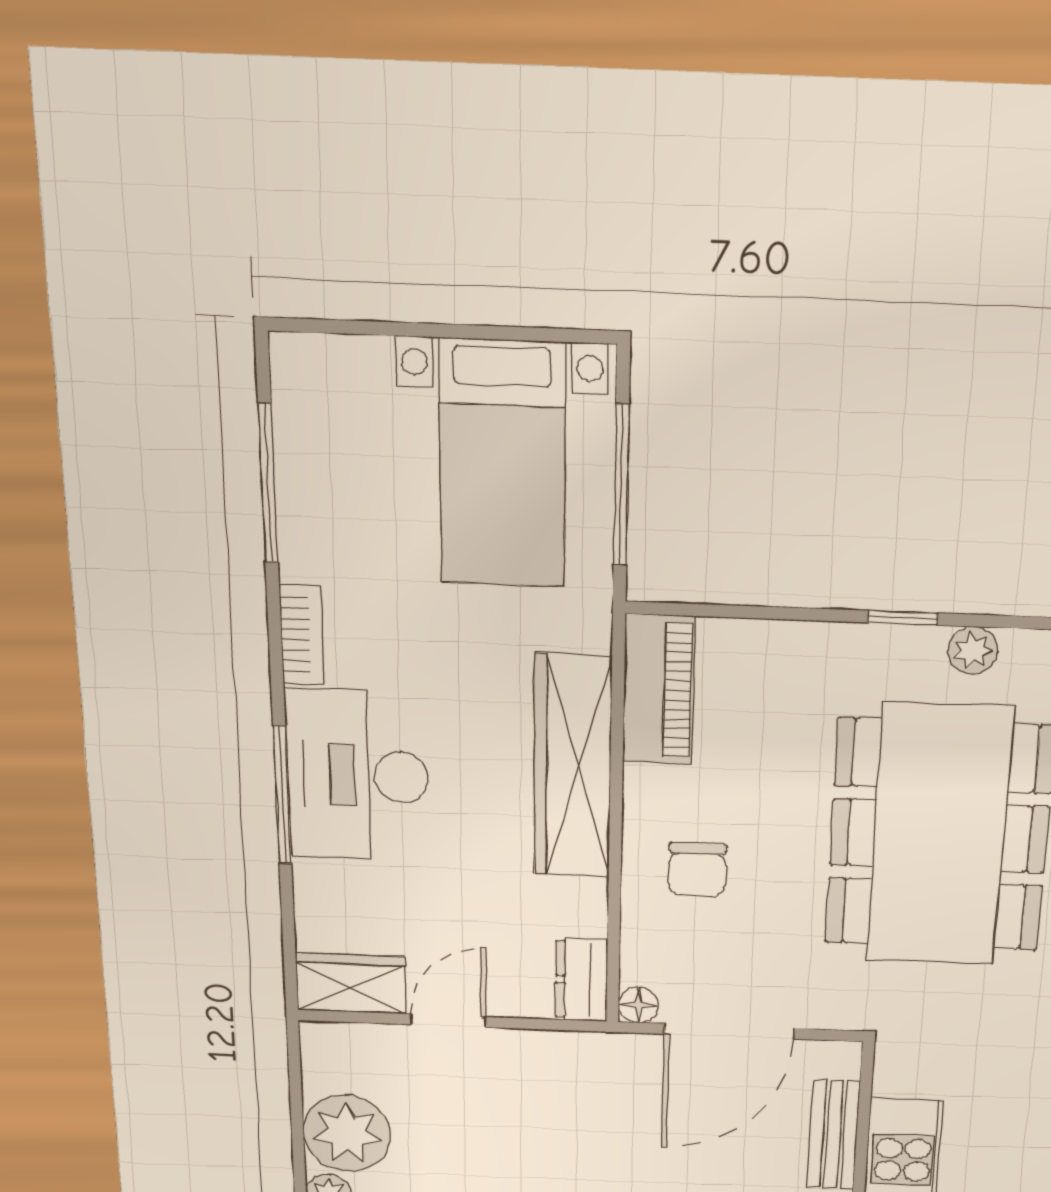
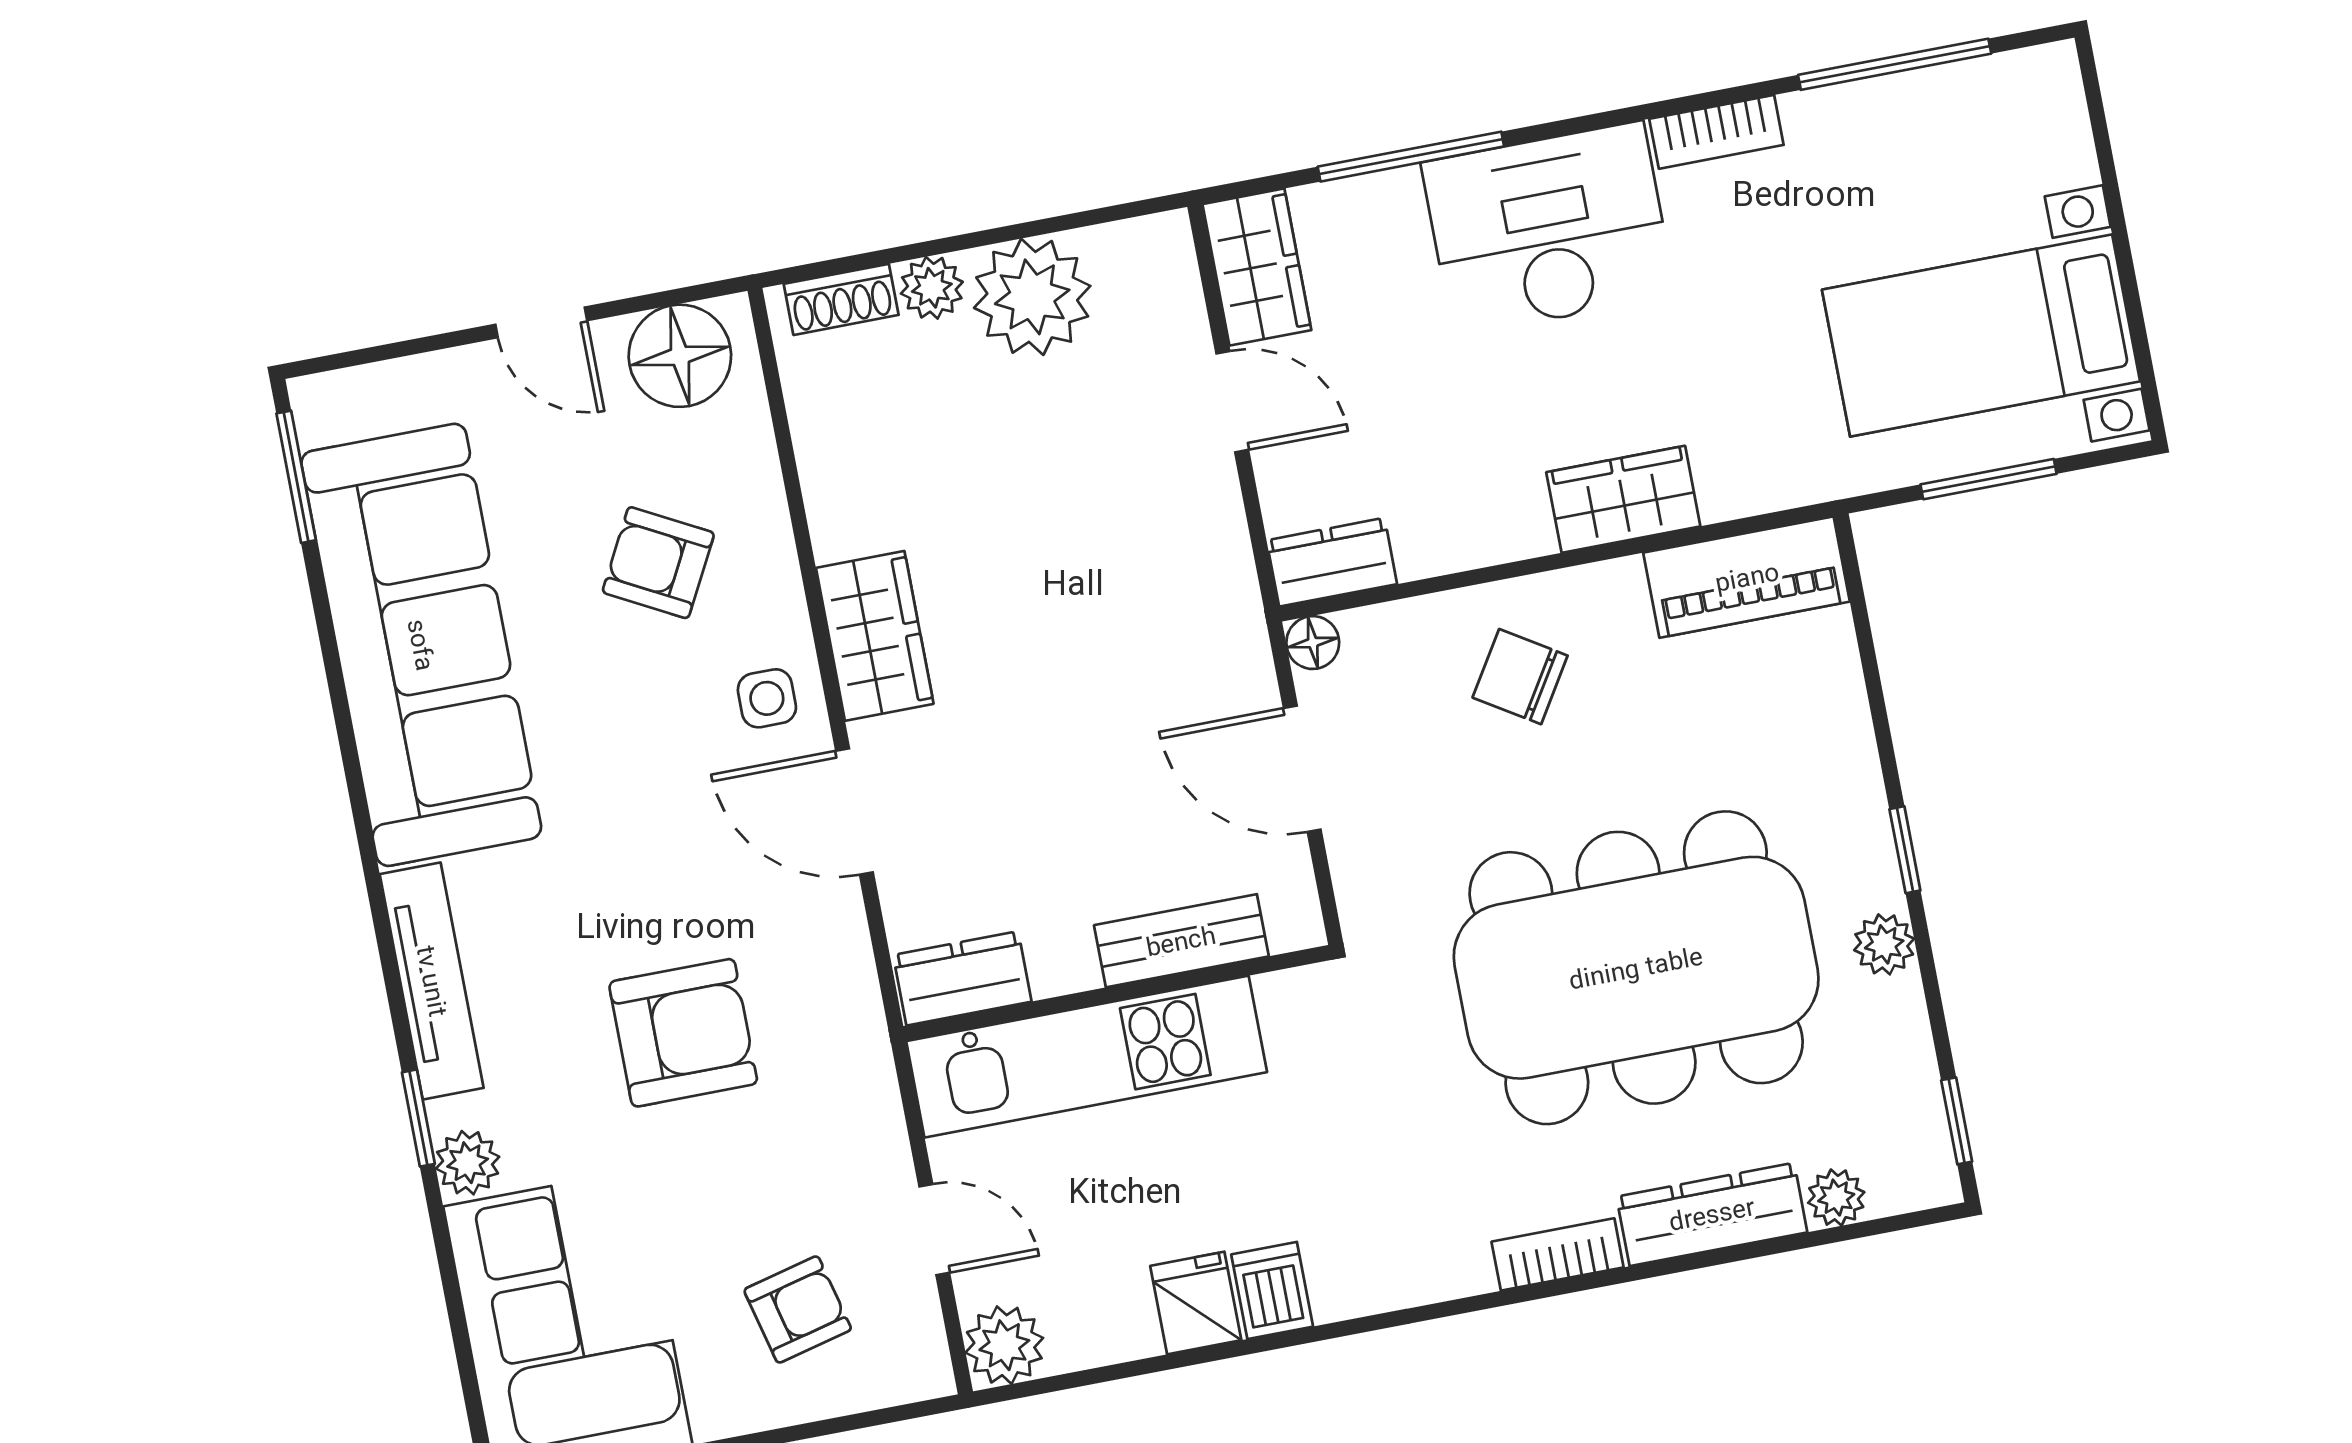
window: (621, 485) -> (1989, 479), width x0.69
wardrobe: (572, 767) -> (1623, 499), width x0.48, depth x0.85
window: (282, 795) -> (1411, 157), moved
chair: (697, 870) -> (1520, 677), turned 32
door: (729, 1031) -> (1302, 769), width x0.73

